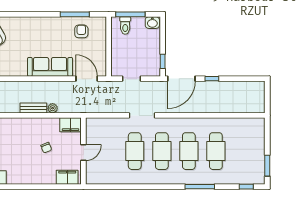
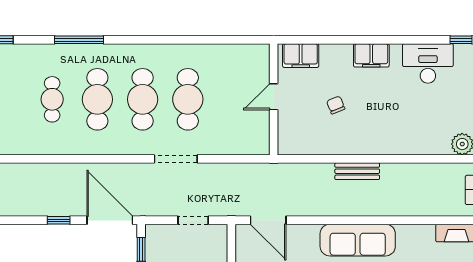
sofa: (50, 67) -> (358, 240), moved
door: (181, 79) -> (110, 220), hinge flipped
plant: (53, 108) -> (325, 171), removed
filing cabinet: (71, 125) -> (371, 55), moved, turned 180
cafe table: (216, 151) -> (52, 99), width x0.73, depth x0.74

